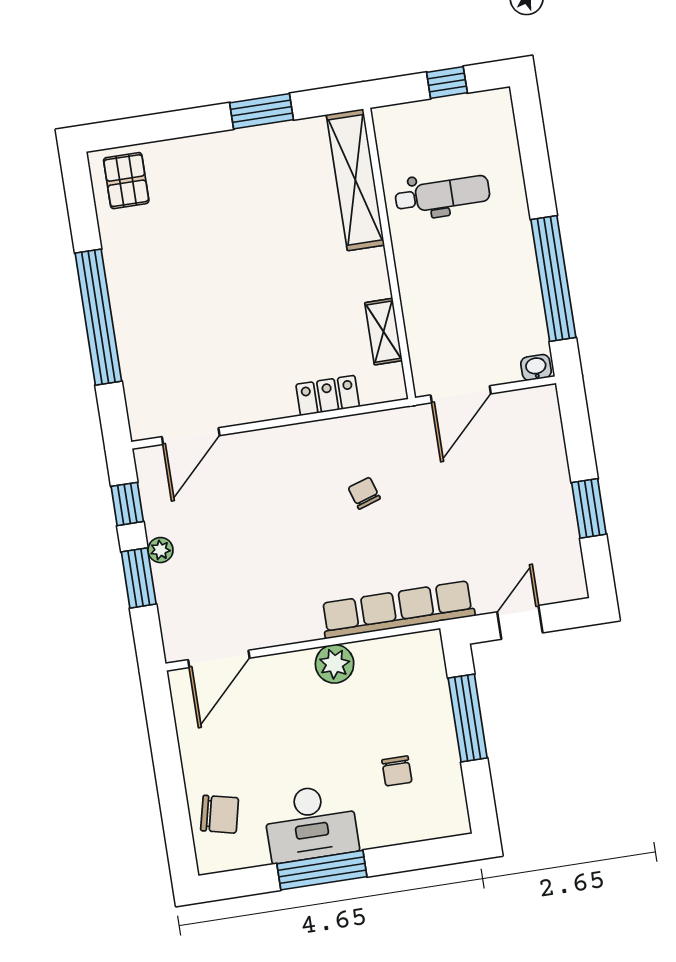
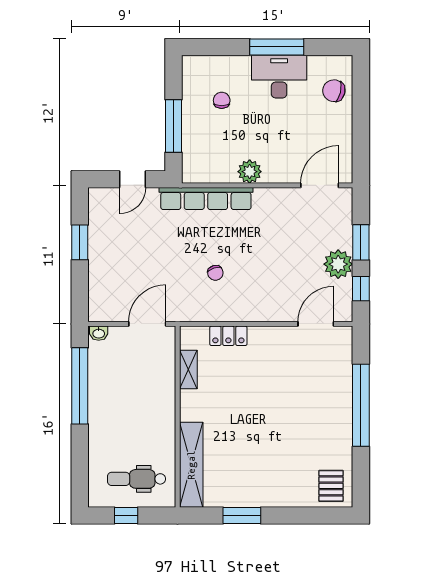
dental chair: (442, 194) -> (137, 479), moved
plant: (160, 550) -> (338, 264), width x1.88, depth x1.88

